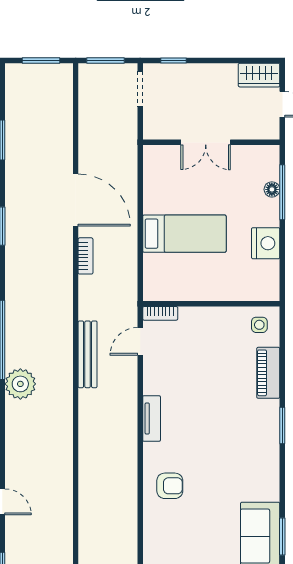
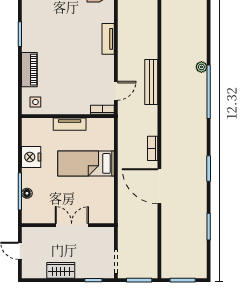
wardrobe: (259, 75) -> (61, 270), moved
tv unit: (209, 292) -> (70, 124), added
plant: (20, 384) -> (201, 67), width x0.53, depth x0.53

